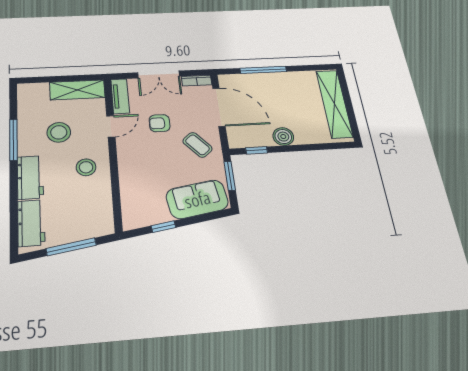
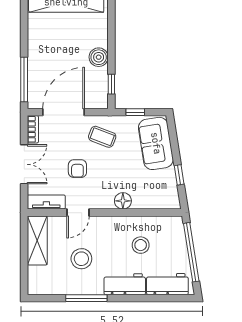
window: (263, 70) -> (24, 80), moved
door: (111, 126) -> (78, 213), swing flipped
coffee table: (197, 145) -> (102, 137), turned 62
stool: (86, 167) -> (141, 245), moved
floor lamp: (128, 170) -> (123, 201), added
window: (230, 176) -> (135, 112), width x0.67
window: (71, 247) -> (191, 252), width x1.46

